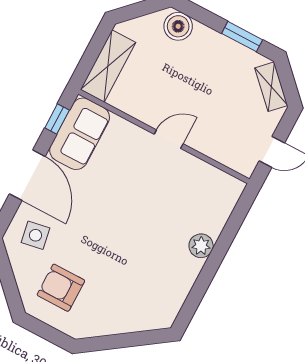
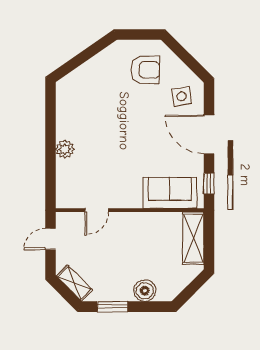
boiler: (178, 26) -> (145, 291), moved
sofa: (80, 134) -> (170, 193), moved, turned 90
door: (169, 139) -> (97, 210), moved

